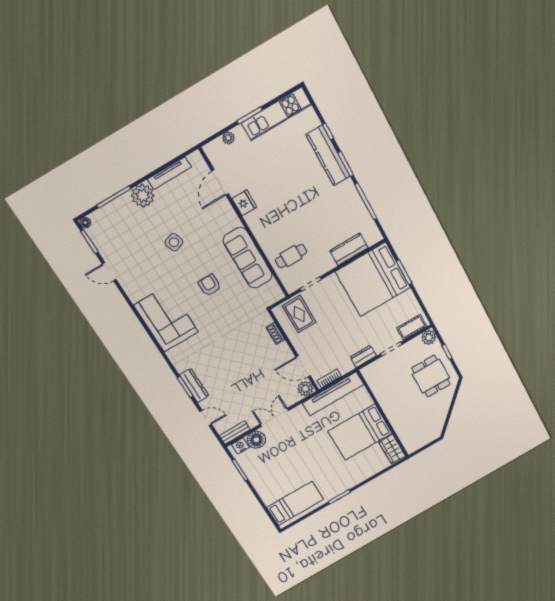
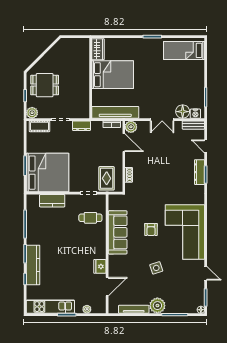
corner sofa: (166, 319) -> (185, 232), width x1.36, depth x1.36
dining table: (431, 376) -> (45, 85), turned 90

